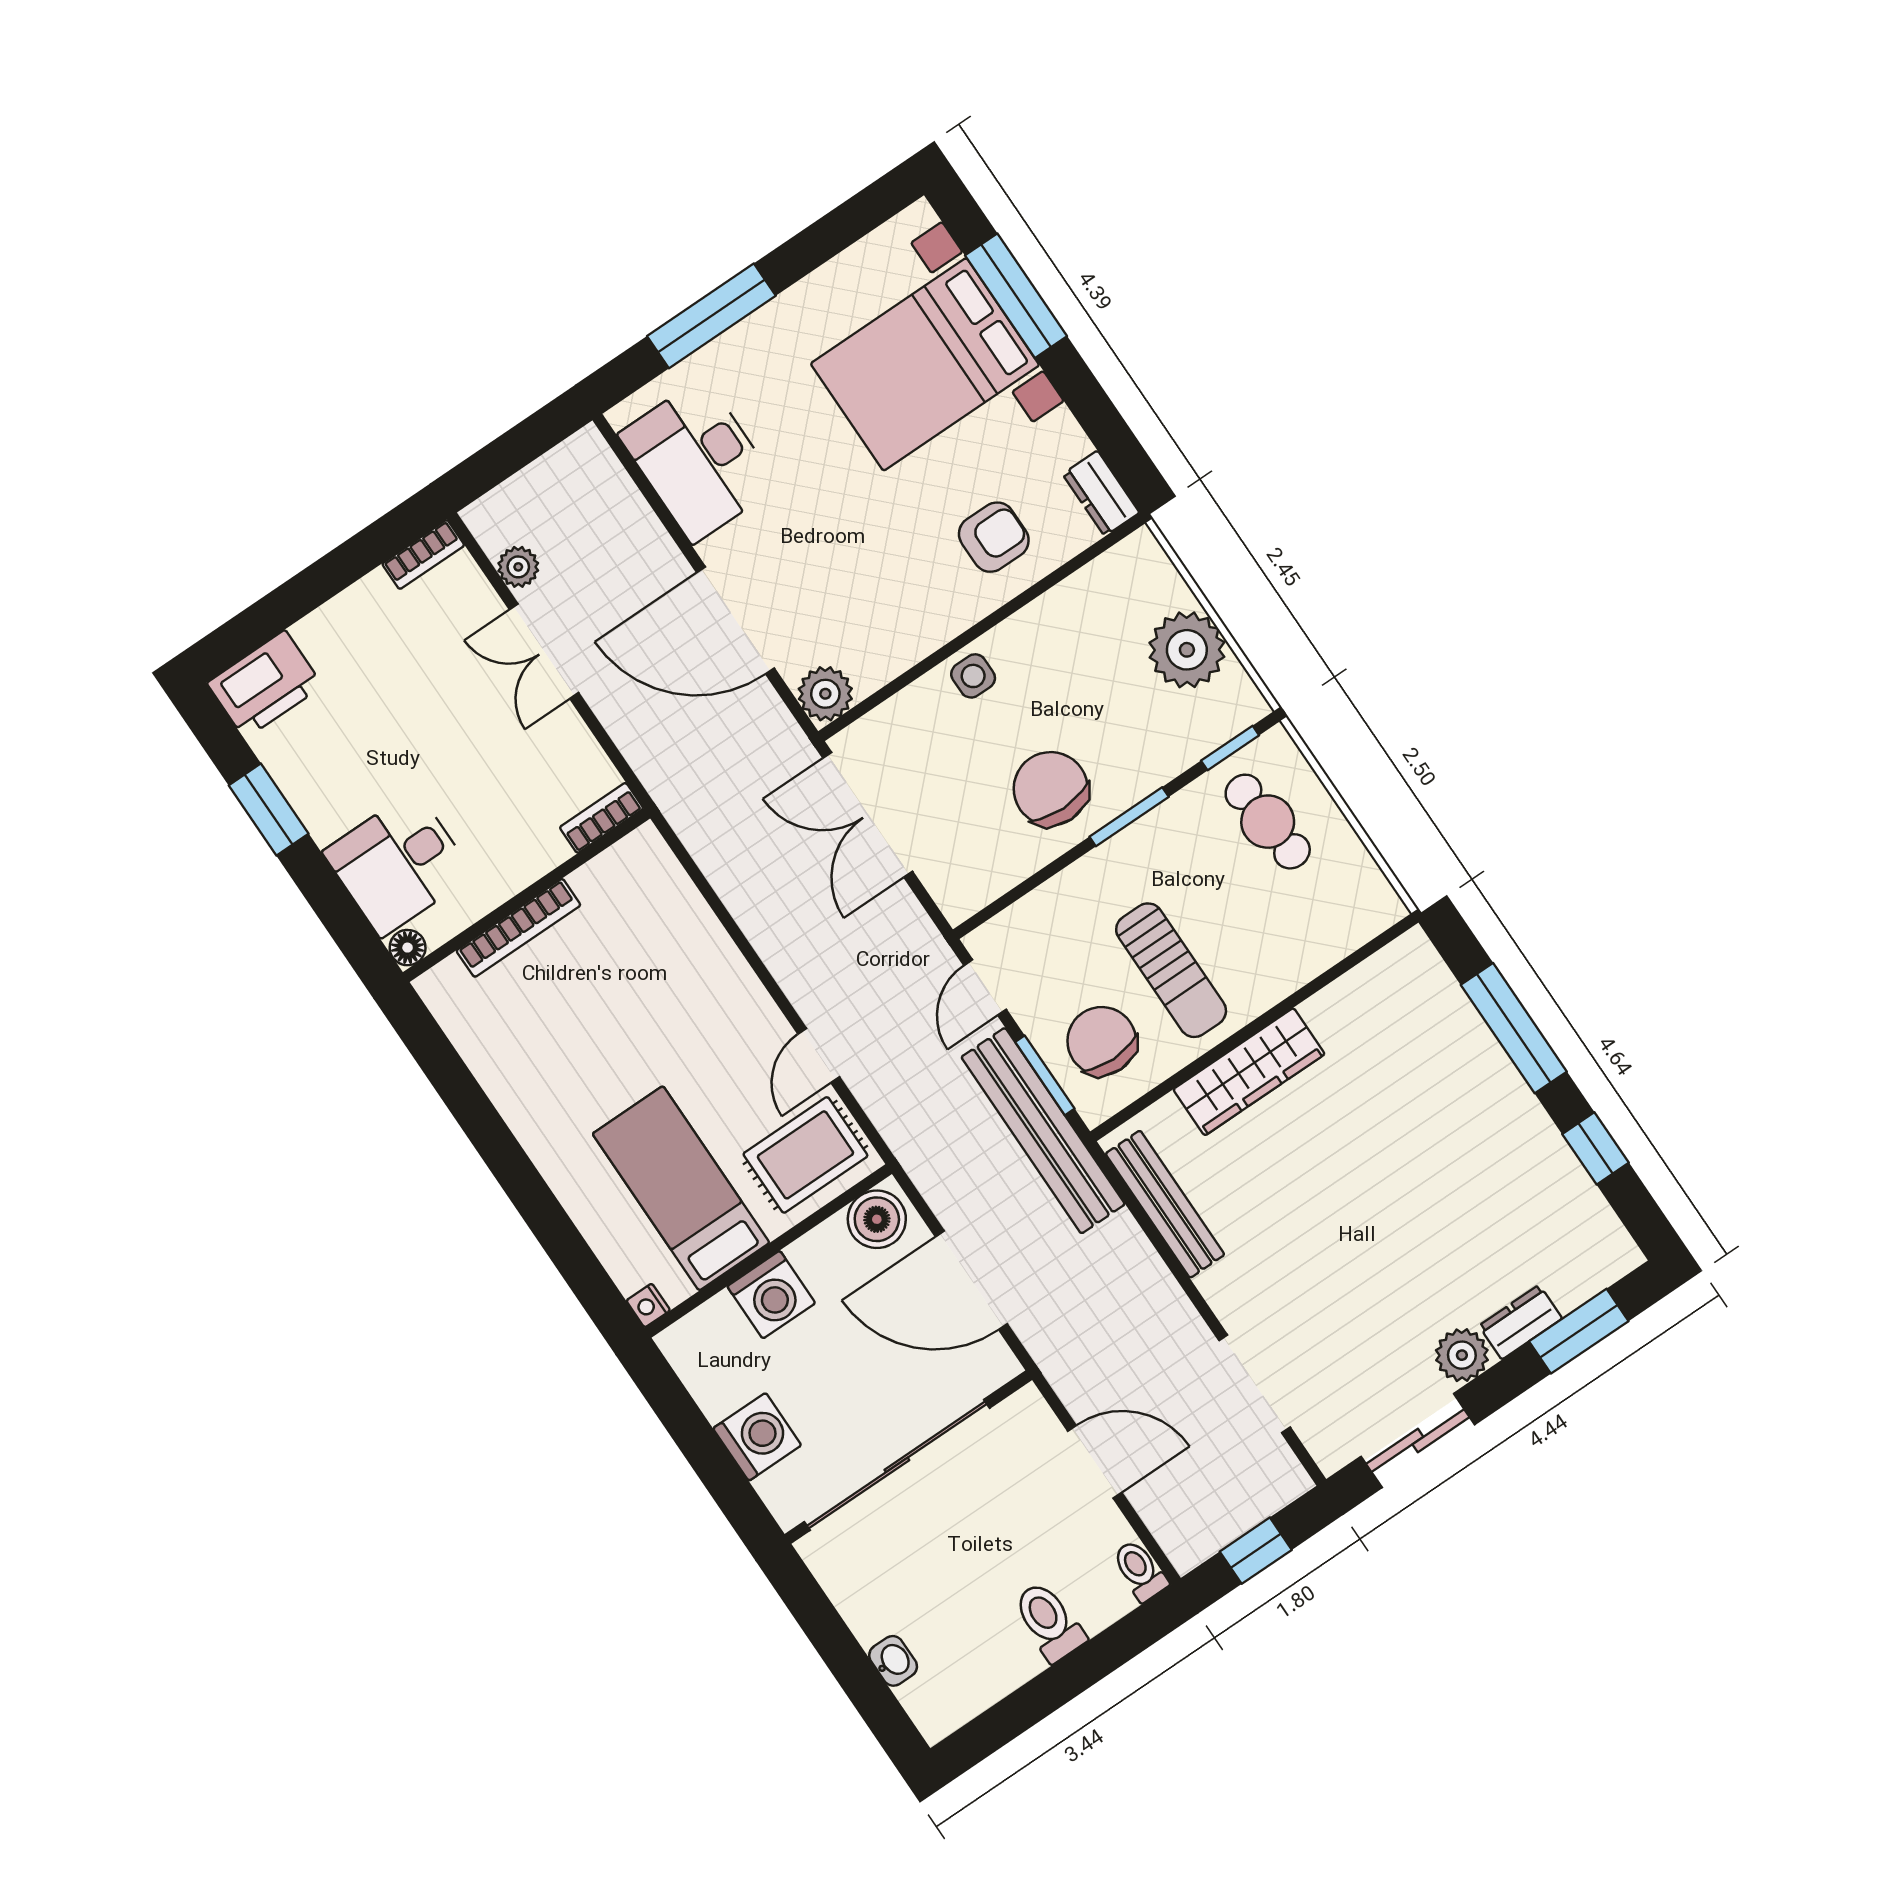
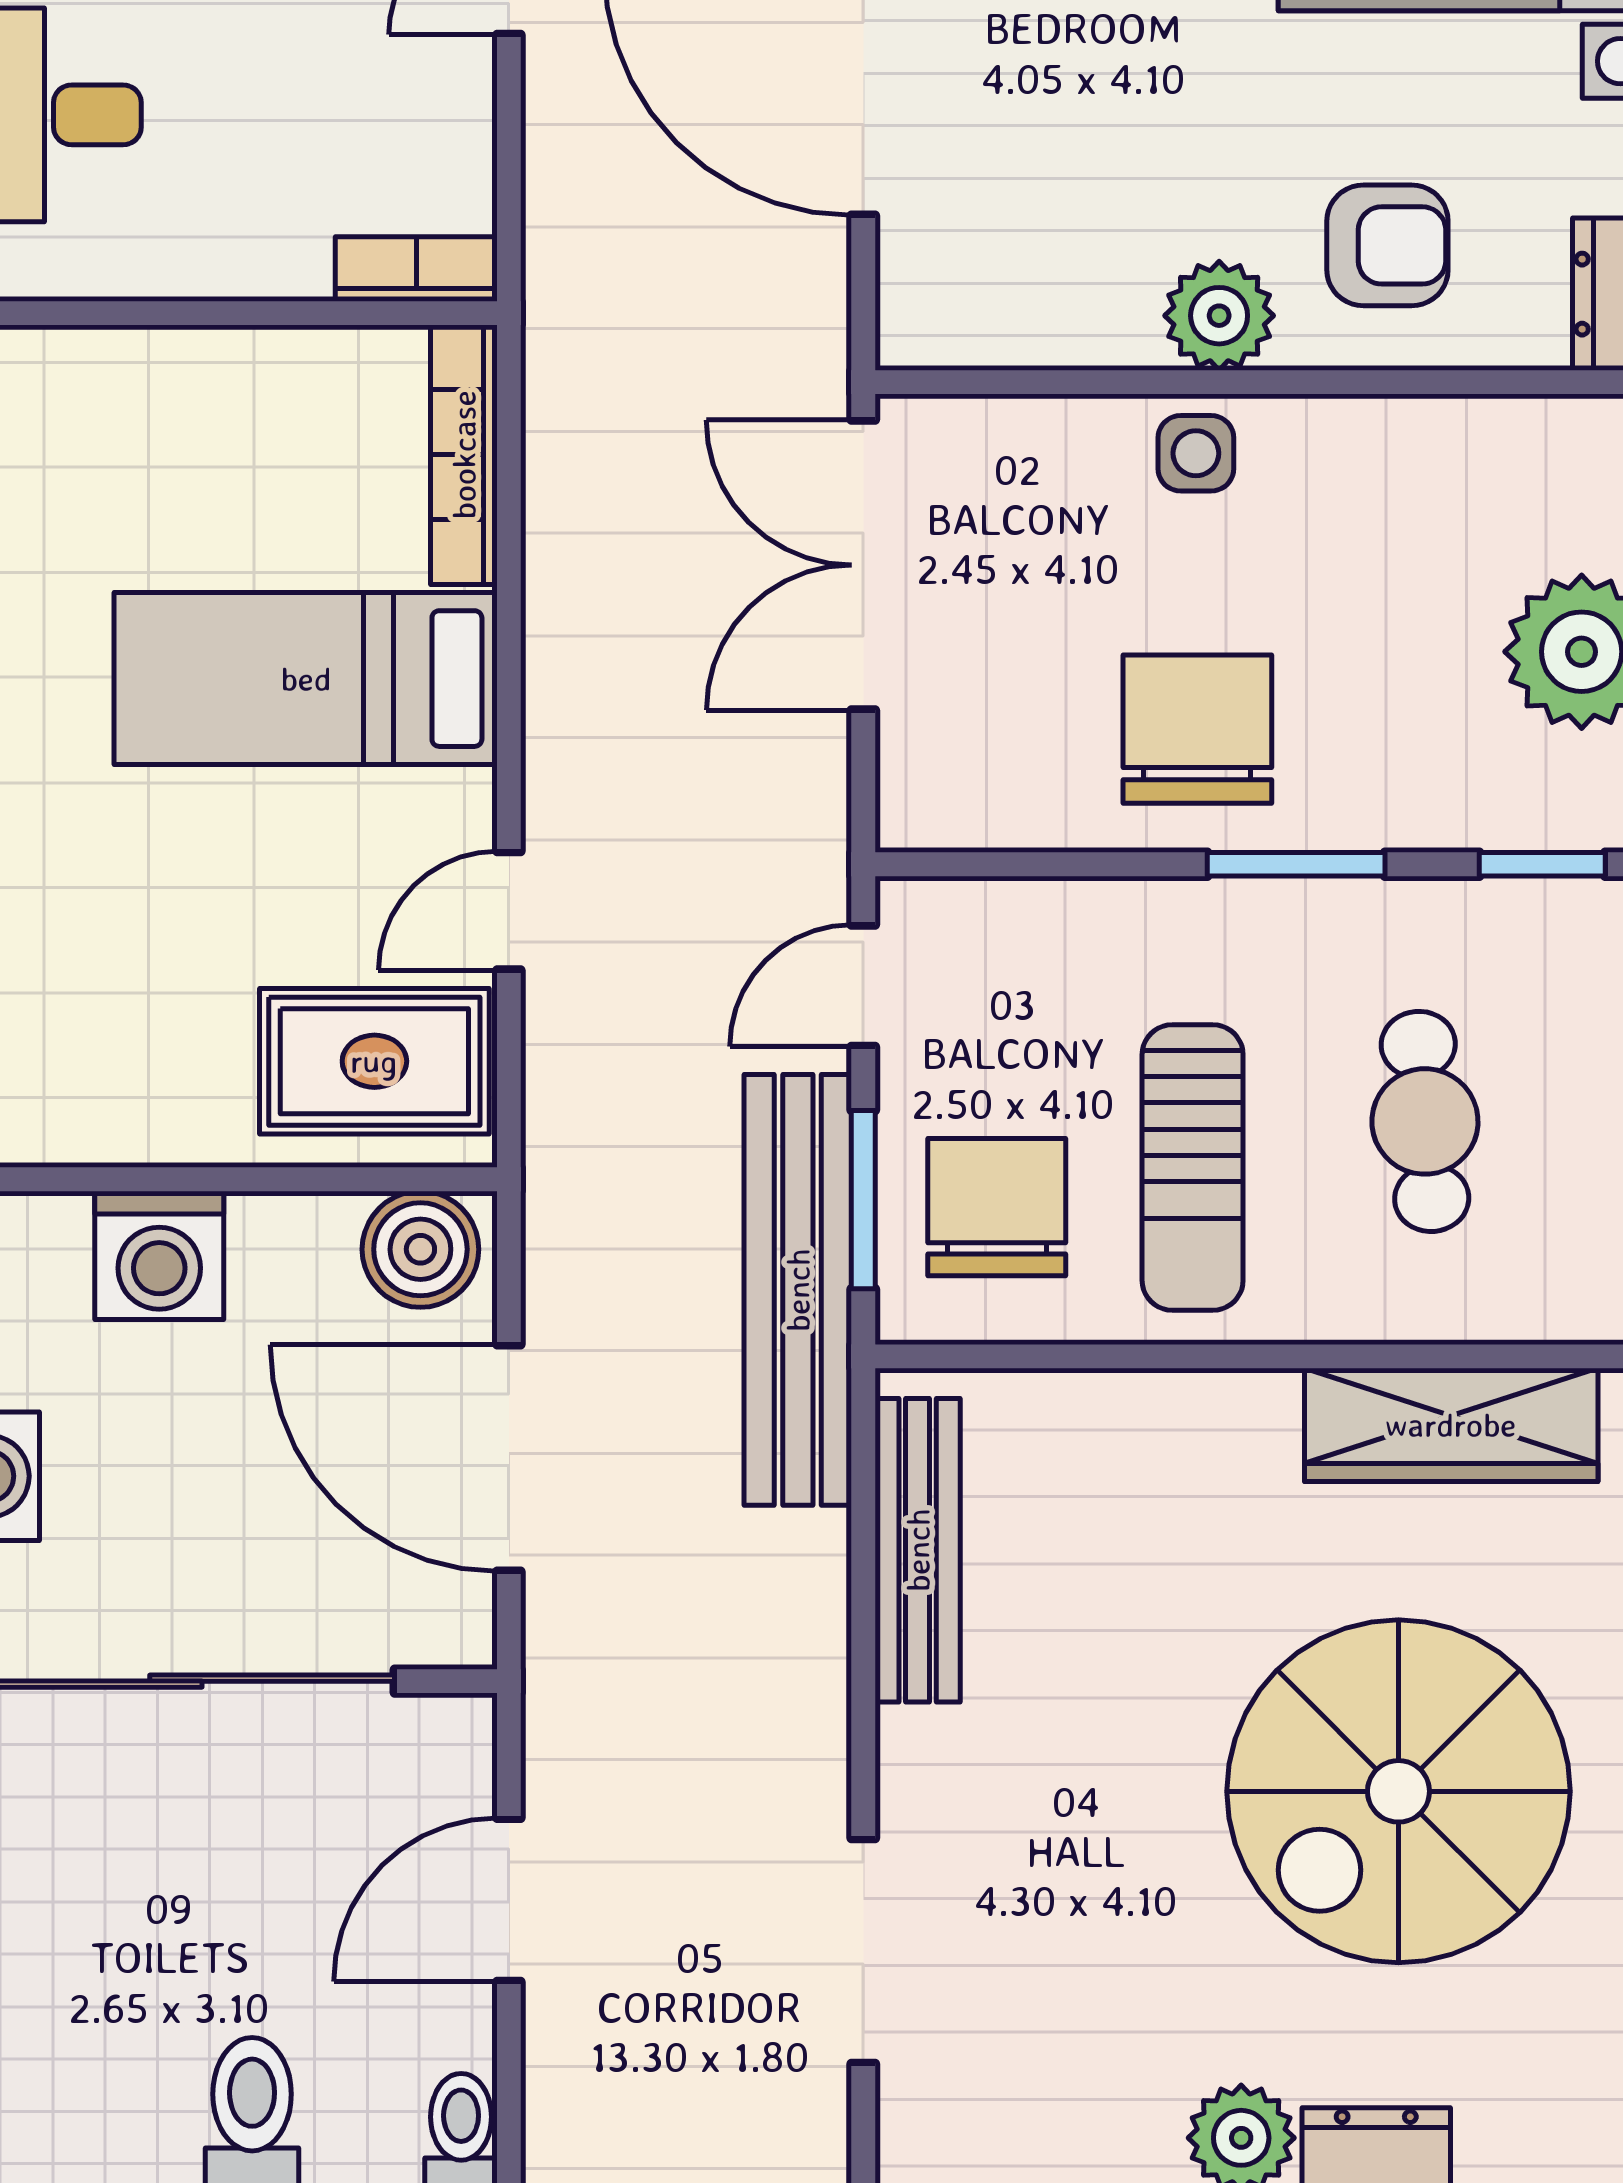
plant: (825, 694) -> (1219, 316), moved
cafe table: (1268, 822) -> (1425, 1121), moved
bookcase: (518, 928) -> (464, 455), moved, turned 90
wardrobe: (1249, 1072) -> (1451, 1425), moved
spiral stairs: (1430, 1169) -> (1398, 1791), added
bed: (681, 1188) -> (306, 679), moved, turned -90
door: (1095, 1462) -> (509, 1900), swing flipped

